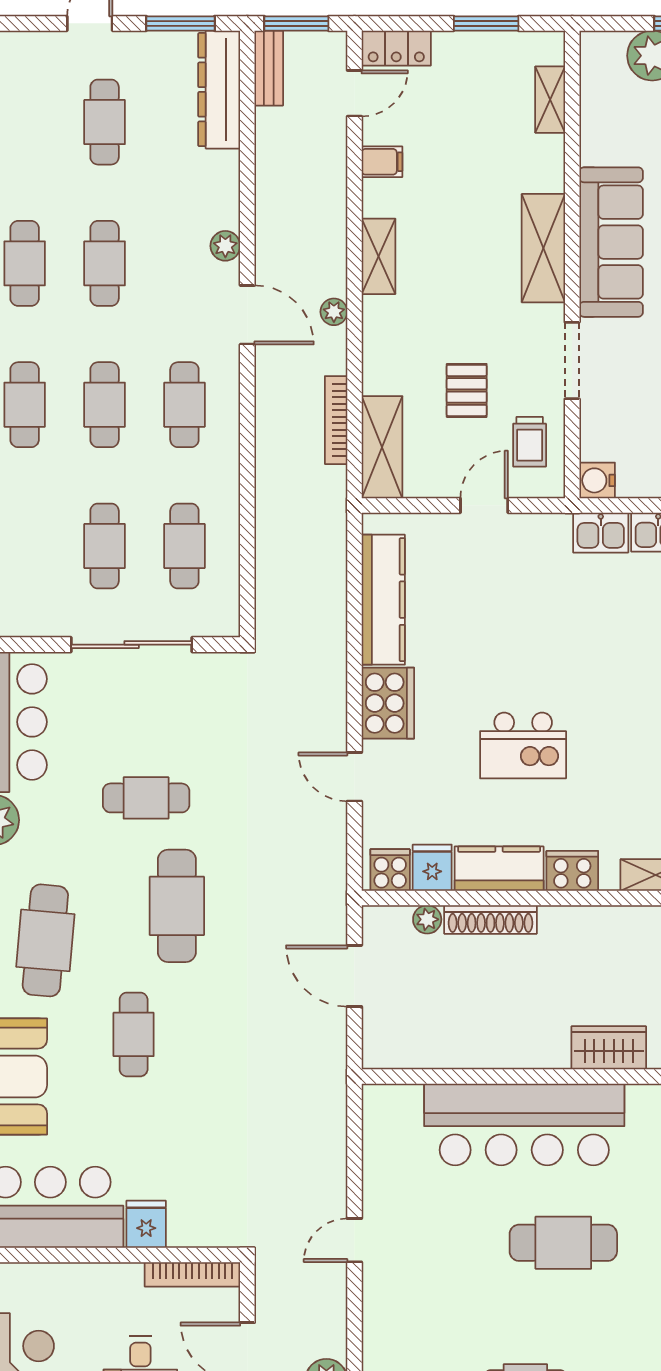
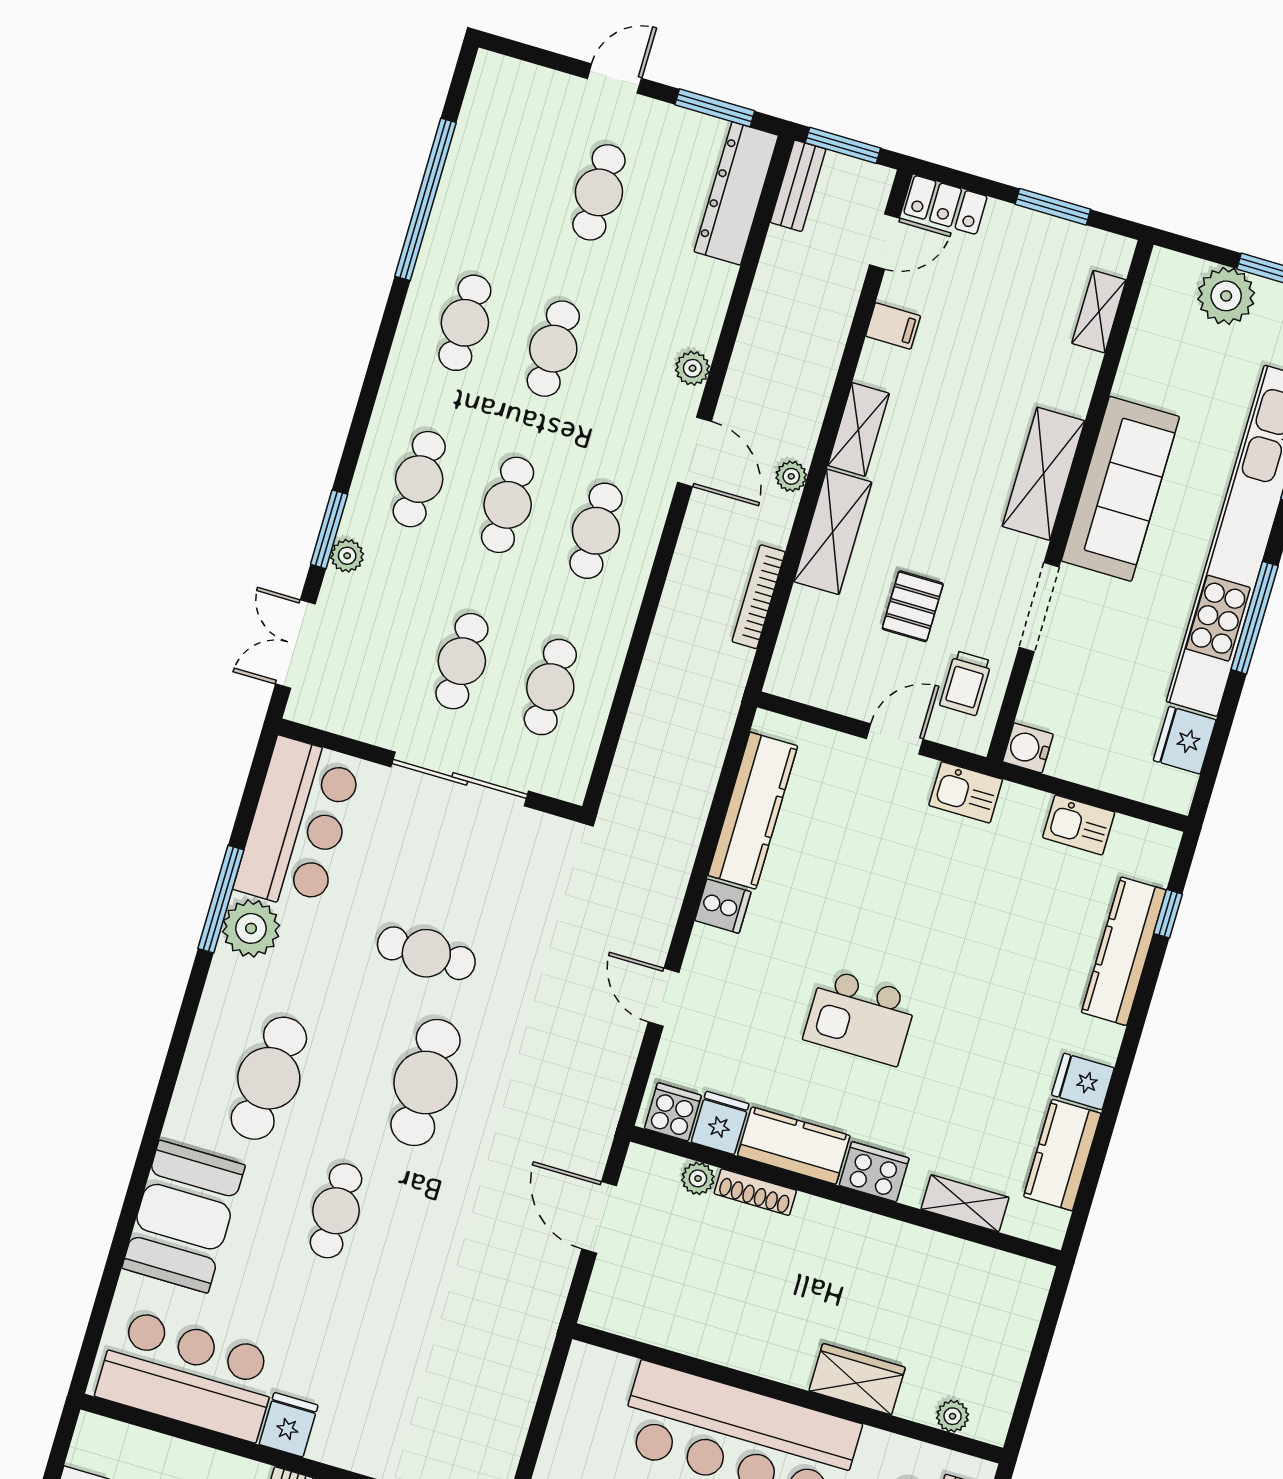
shelving: (382, 447) -> (833, 532), moved
kitchen sink: (601, 533) -> (966, 792), moved
cooker: (388, 703) -> (723, 906), width x0.53, depth x0.76
shoe rack: (490, 920) -> (755, 1192), width x0.74, depth x0.81

